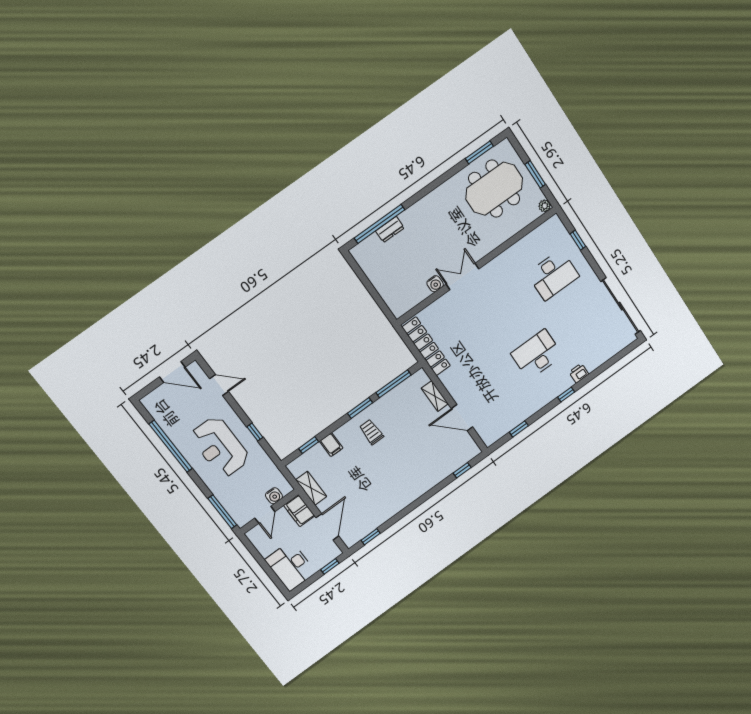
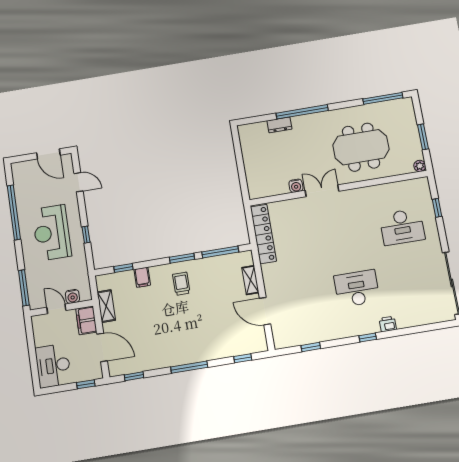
window: (479, 152) -> (383, 98), width x1.44
meeting table: (494, 189) -> (361, 147), moved
window: (380, 224) -> (302, 112), moved
window: (417, 503) -> (189, 367), added
door: (265, 515) -> (56, 309), swing flipped
door: (327, 527) -> (102, 347), hinge flipped

